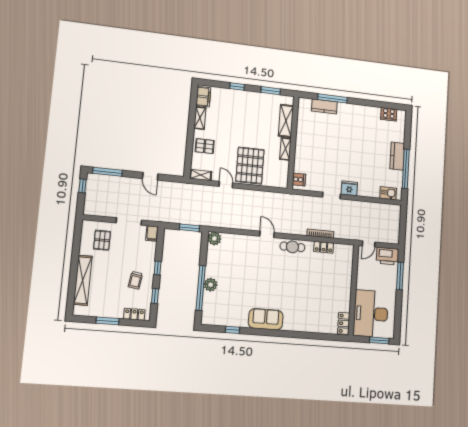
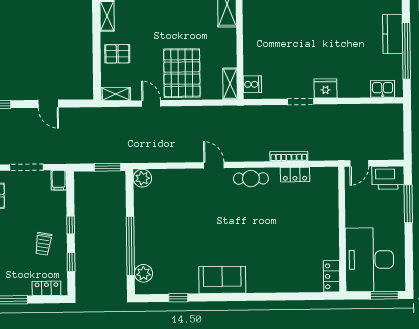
shelving: (285, 149) -> (230, 84), moved
plant: (211, 285) -> (144, 273), moved

